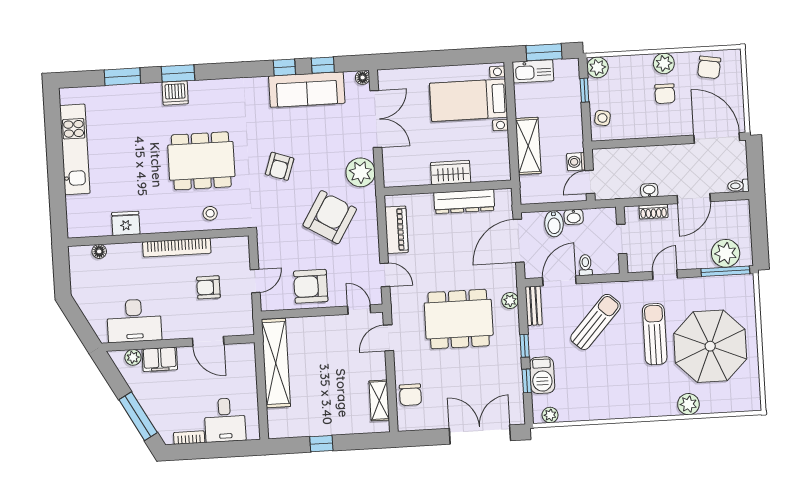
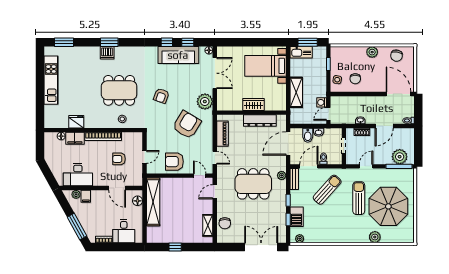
plant: (598, 67) -> (336, 52), removed
window: (122, 77) -> (64, 42), moved
chair: (665, 94) -> (355, 79), moved
filing cabinet: (125, 254) -> (75, 138), added
filing cabinet: (160, 359) -> (86, 196), width x0.50
floor lamp: (247, 363) -> (138, 201), added

